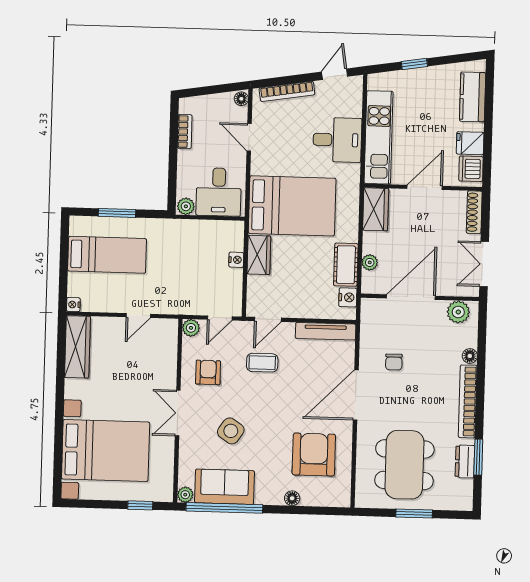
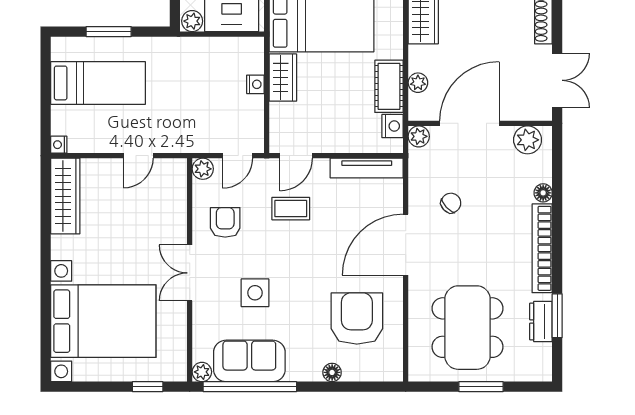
double door: (484, 264) -> (557, 80), swing flipped
plant: (369, 307) -> (419, 136), added
chair: (394, 362) -> (451, 203), turned -133
side table: (231, 431) -> (255, 293), turned -34

